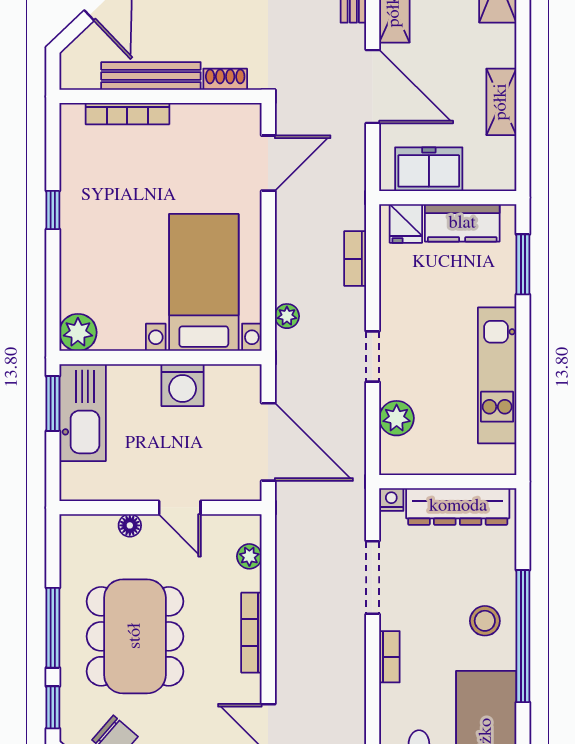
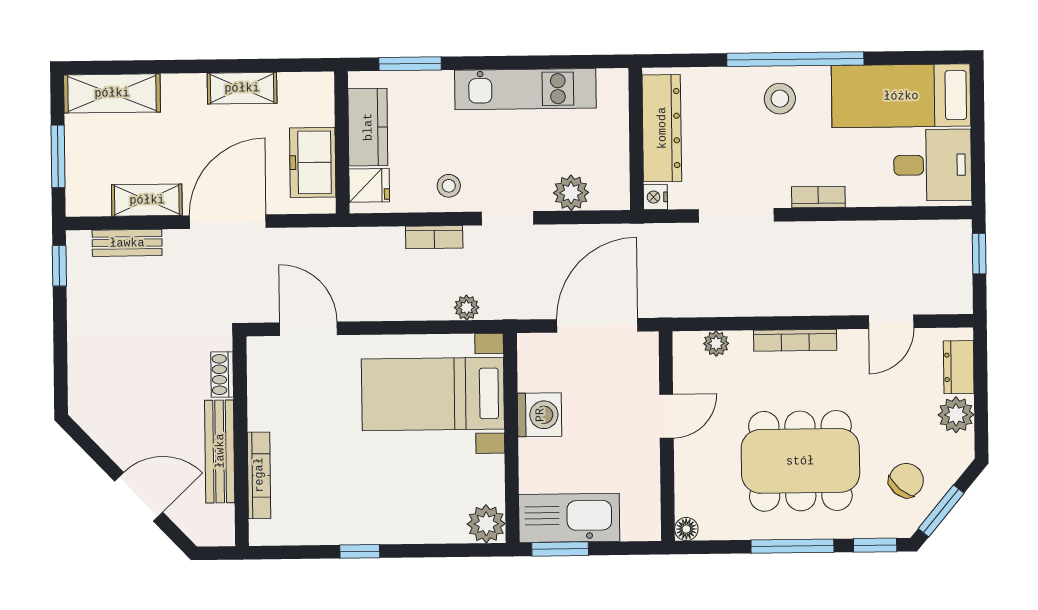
bookcase: (355, 259) -> (434, 237), moved
stool: (405, 300) -> (449, 186), added
floor lamp: (130, 525) -> (686, 529), moved

